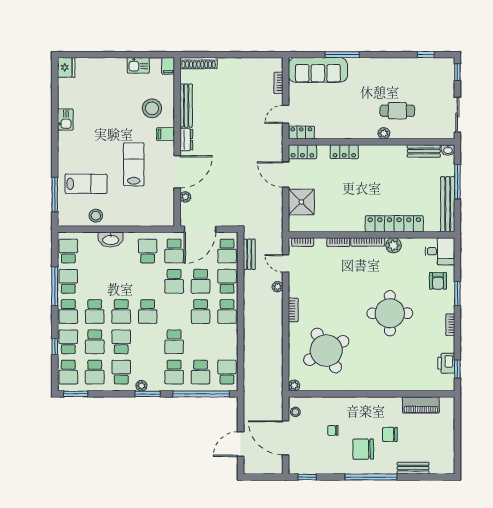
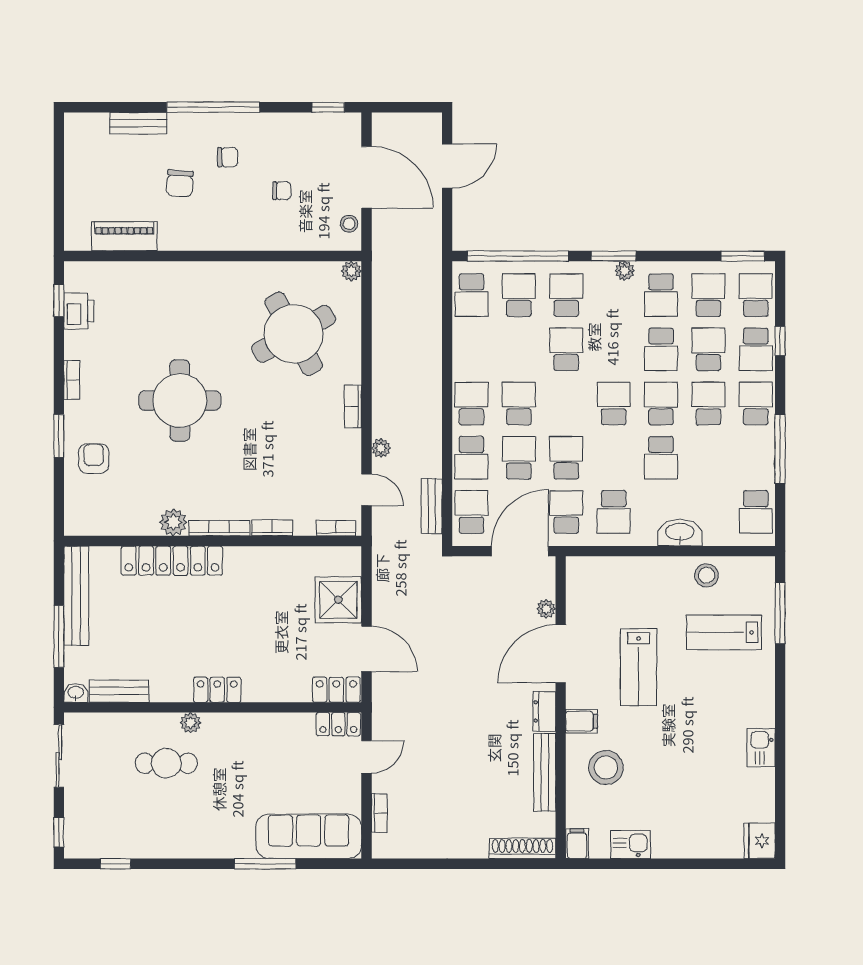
locker: (344, 152) -> (217, 690), moved
desk: (440, 251) -> (90, 511), removed
school desk: (68, 281) -> (661, 458), moved
chair: (390, 435) -> (180, 183), turned 94
chair: (363, 449) -> (228, 157), width x0.54, depth x0.54

